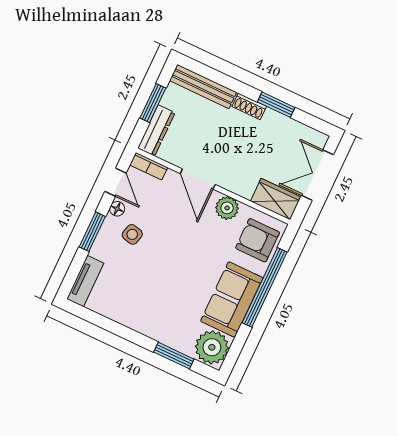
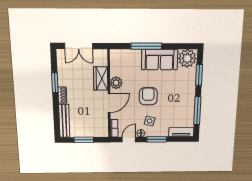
dresser: (156, 130) -> (96, 132), removed
wardrobe: (276, 199) -> (101, 78), moved
armchair: (258, 240) -> (148, 96), moved, turned 180
window: (265, 287) -> (146, 46), width x0.68
window: (111, 326) -> (197, 111), added

